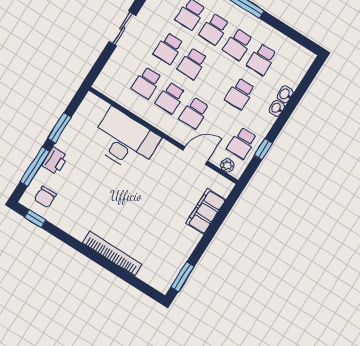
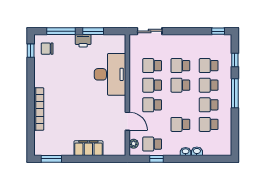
sliding door: (122, 28) -> (150, 31), moved
printer: (55, 161) -> (83, 41), moved
filing cabinet: (206, 211) -> (88, 148), moved

